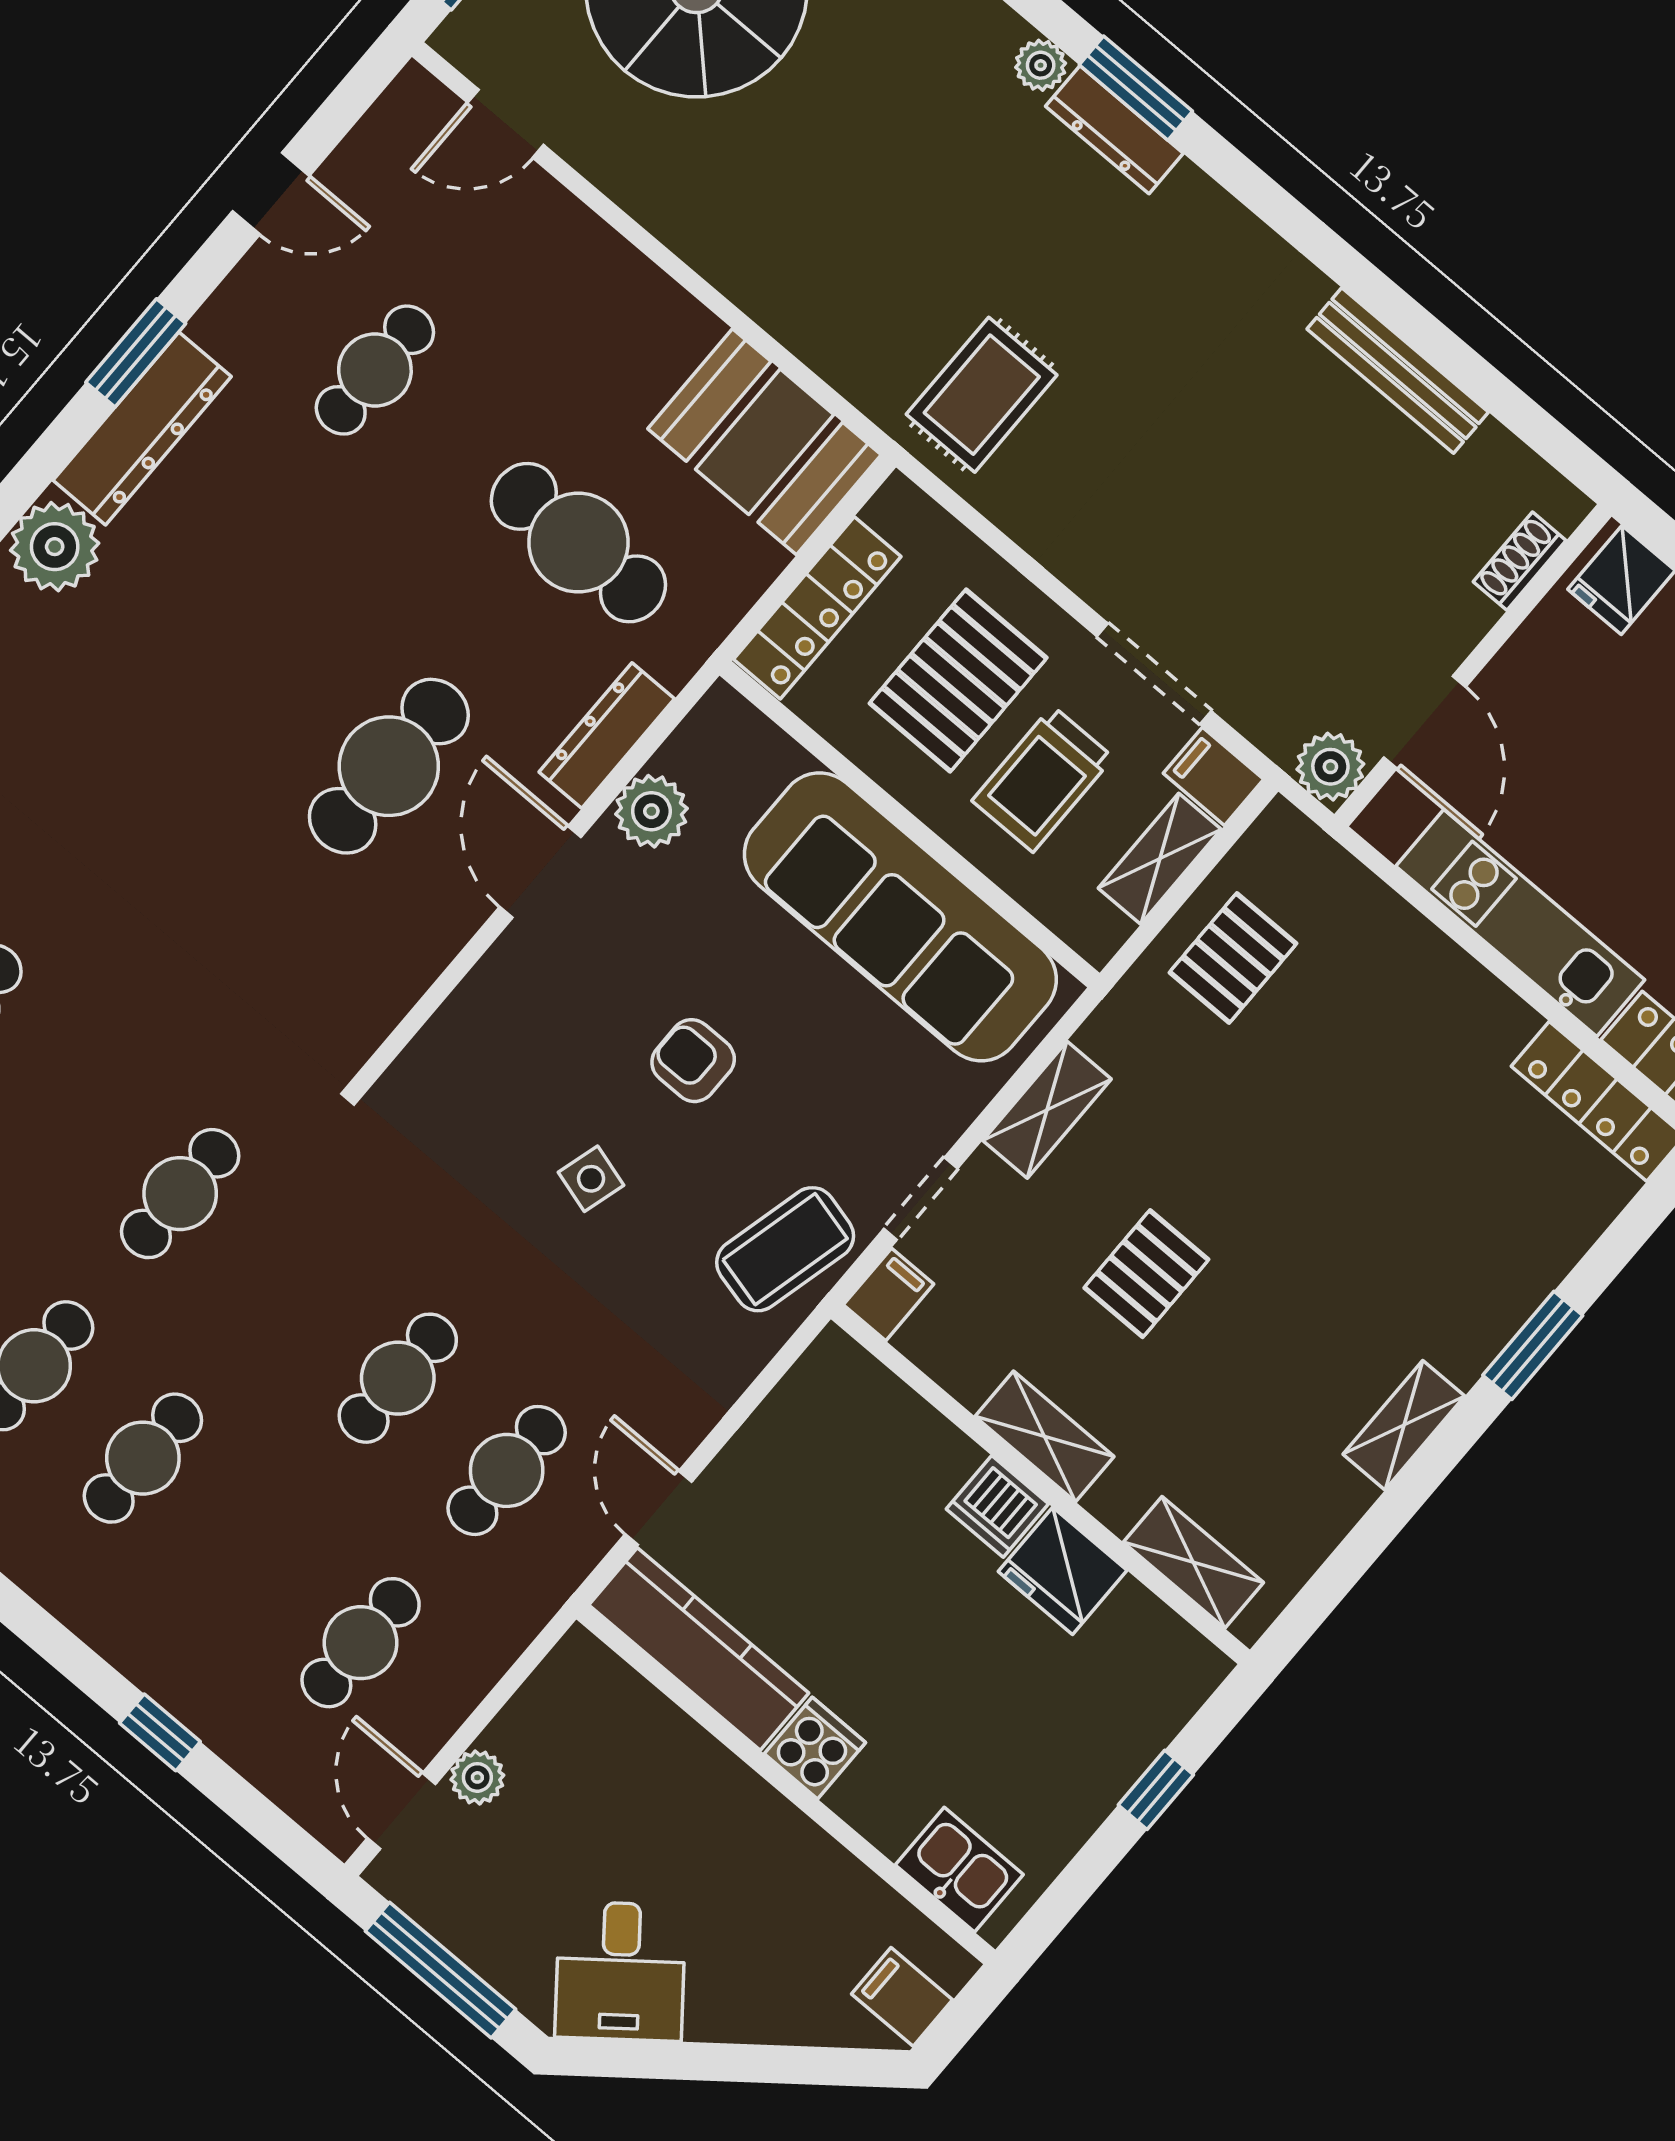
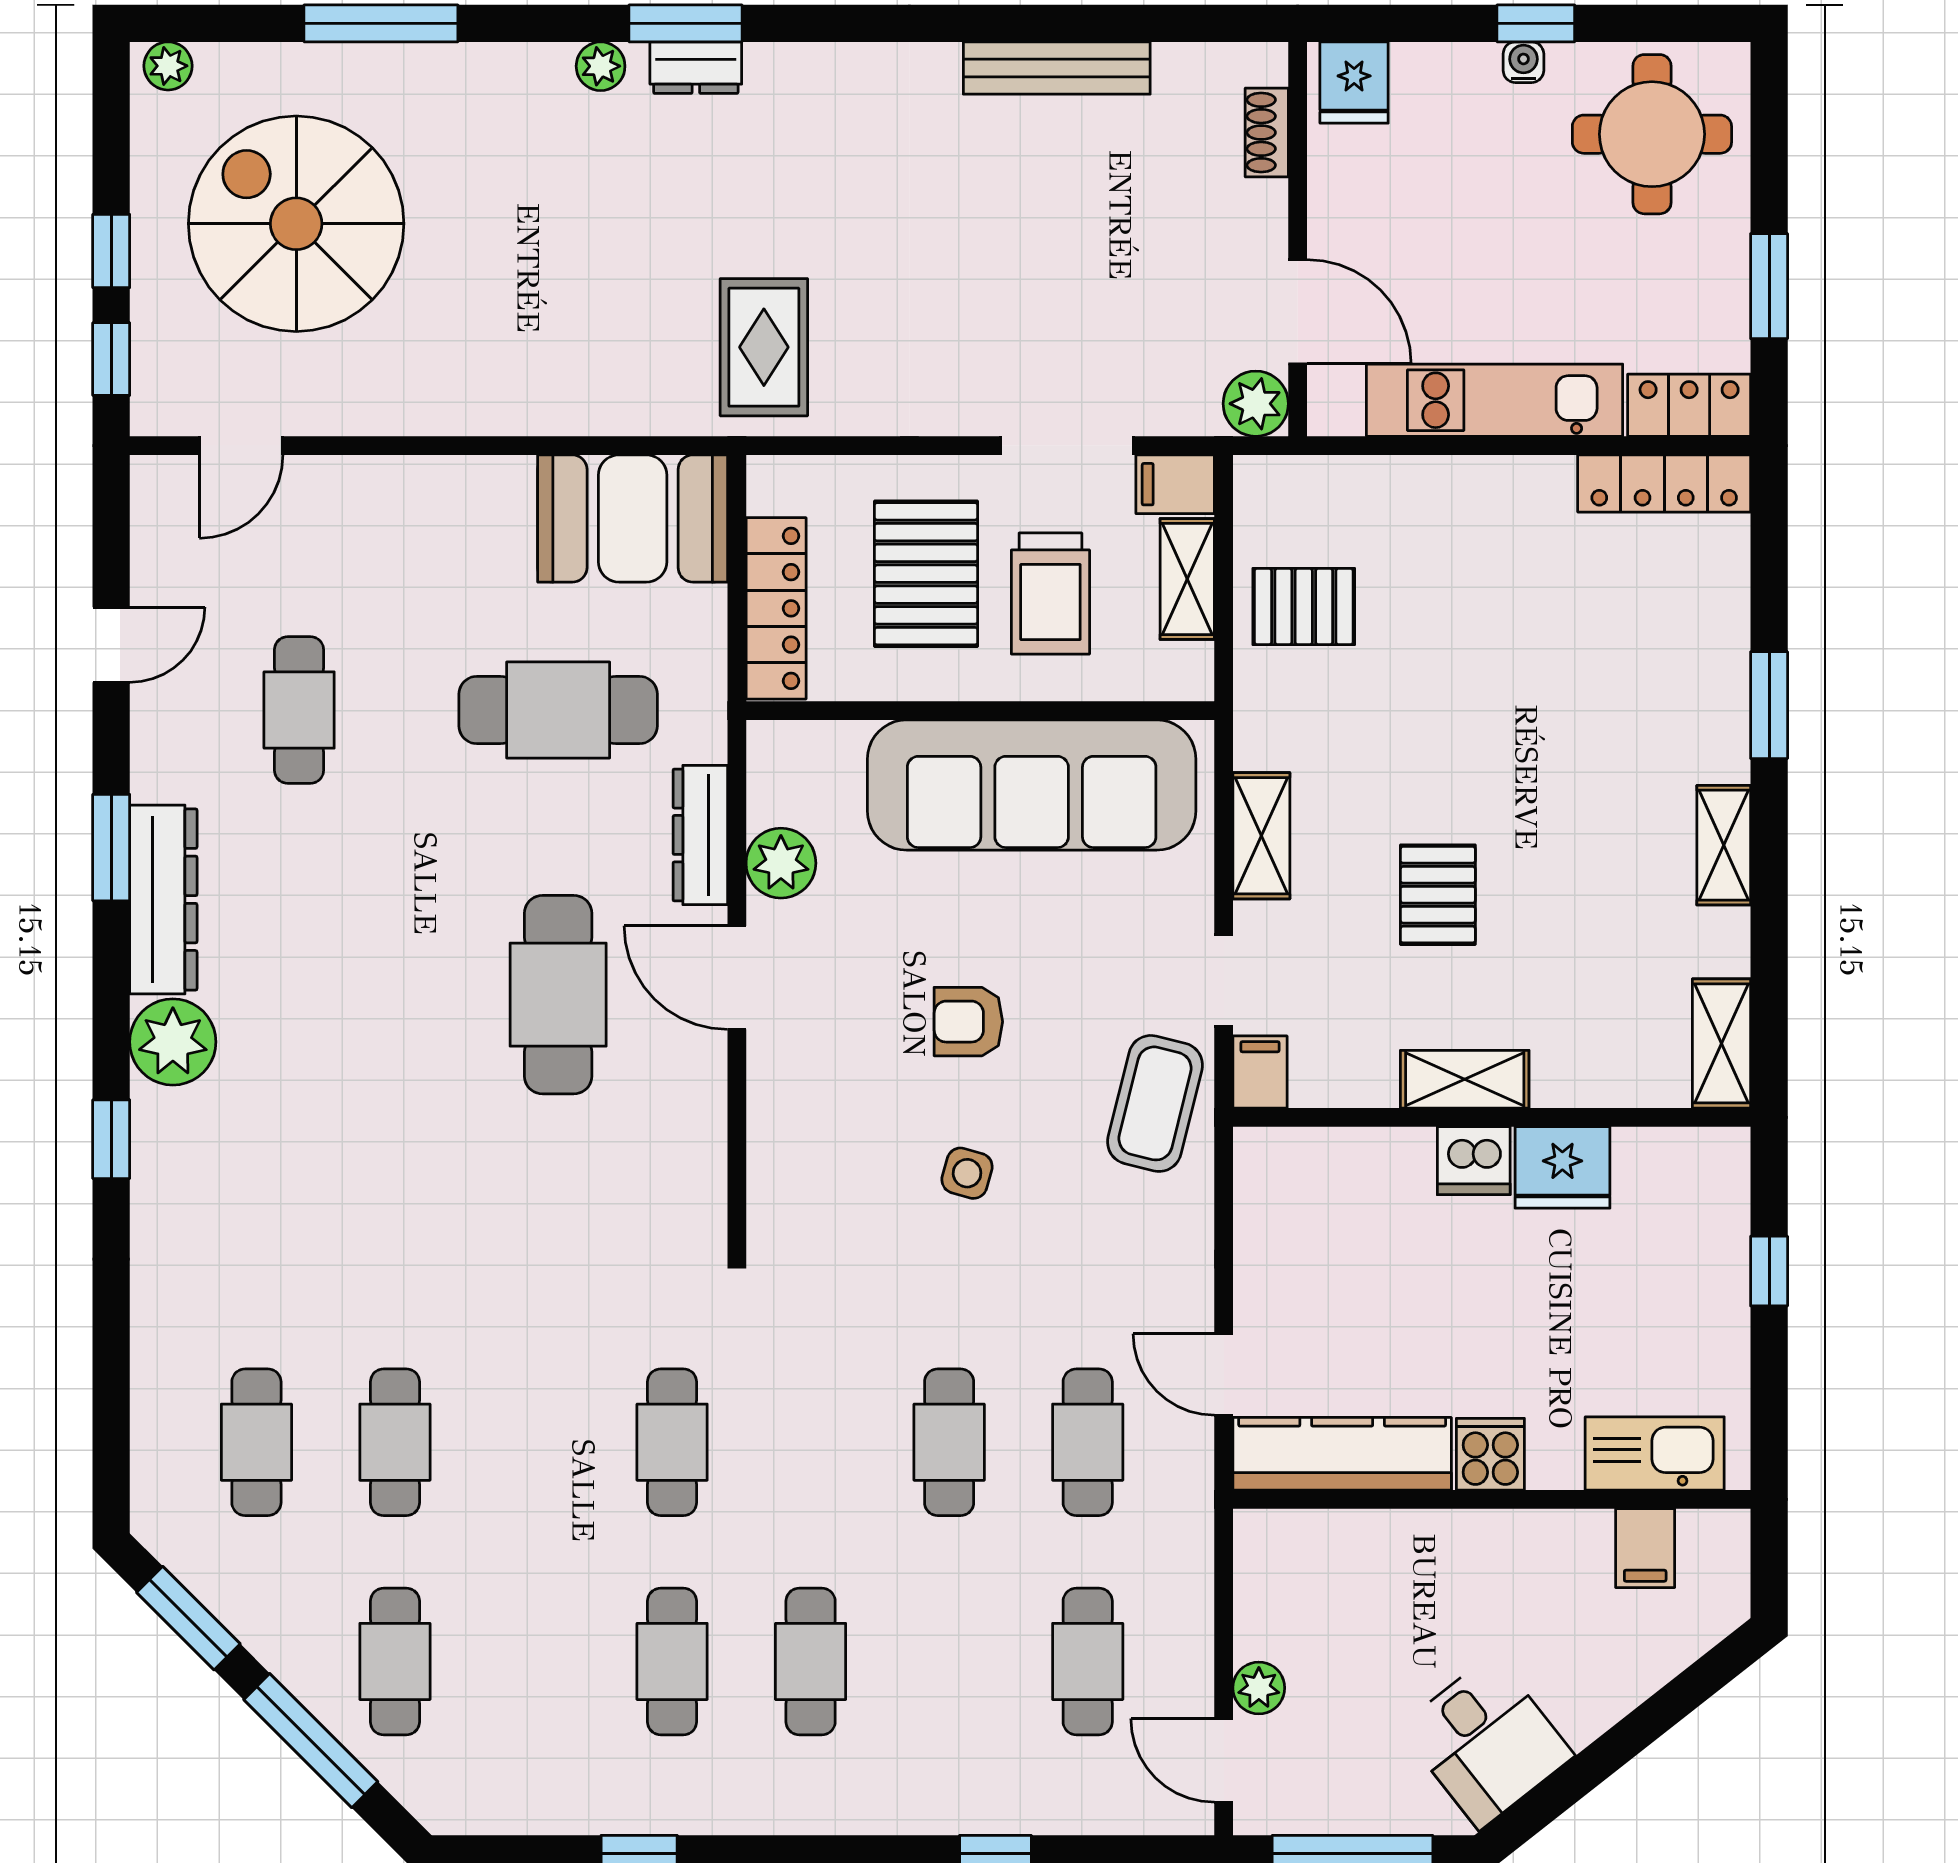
dresser: (1114, 130) -> (696, 68), width x0.70
pallet: (1233, 958) -> (1304, 607), turned 90
shelving: (1193, 1562) -> (1722, 1043), moved, turned 90
kitchen sink: (959, 1870) -> (1655, 1454), width x1.38
filing cabinet: (902, 1997) -> (1645, 1548), moved, turned -90

